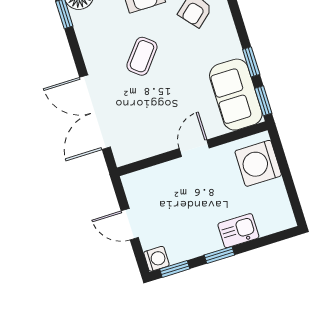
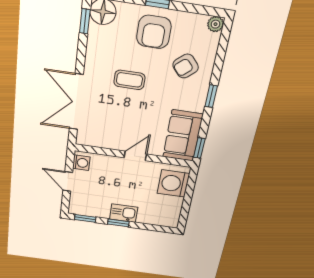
coffee table: (142, 56) -> (129, 80), turned 51
window: (251, 62) -> (211, 96), moved
kitchen sink: (238, 231) -> (124, 213), moved
washing machine: (156, 259) -> (81, 163), moved

